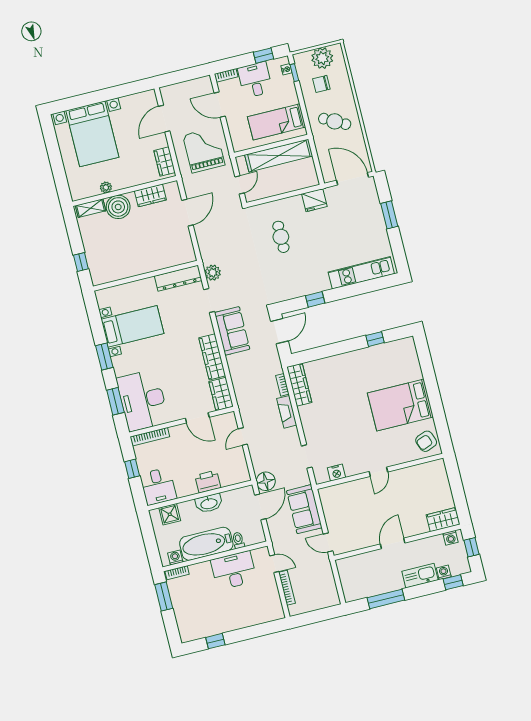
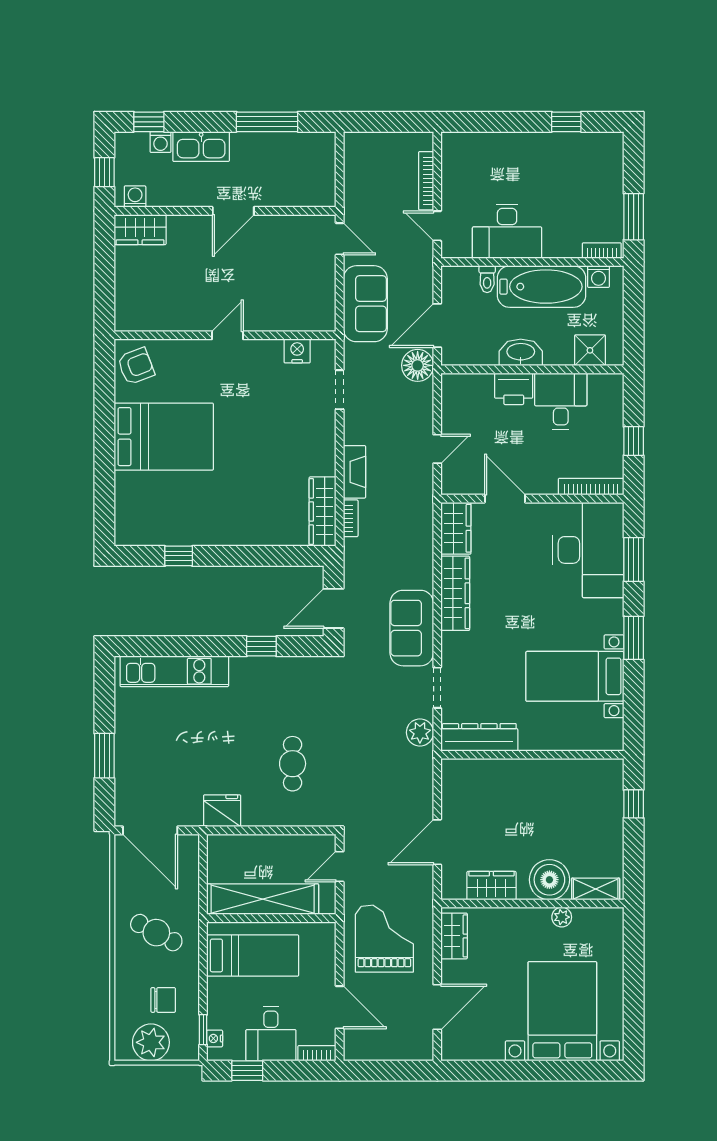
grand piano: (204, 150) -> (384, 939), turned 180
desk: (158, 486) -> (561, 401), moved

